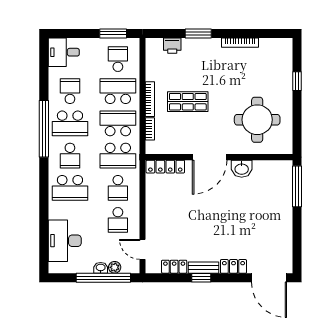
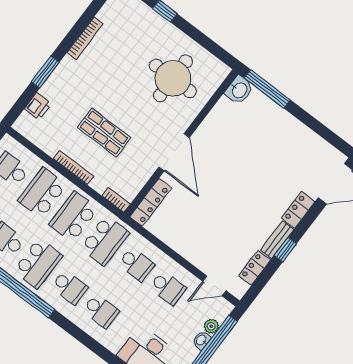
shop shelf: (188, 102) -> (104, 133), turned 90
bookcase: (150, 129) -> (116, 200), moved
washbasin: (242, 169) -> (239, 90), moved
school desk: (70, 188) -> (101, 311), width x0.54

